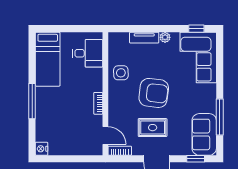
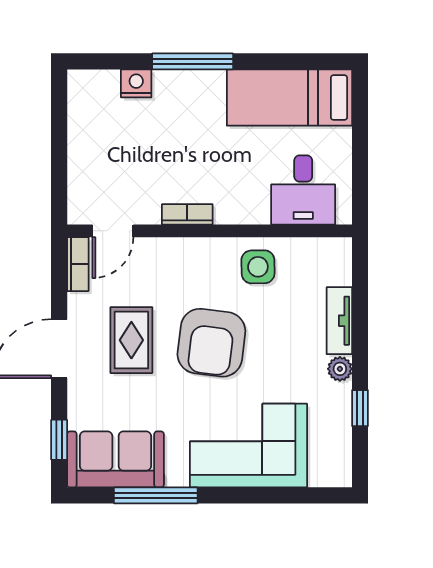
window: (196, 29) -> (360, 408), moved
corner sofa: (198, 57) -> (248, 446), moved
nightstand: (42, 149) -> (136, 83), moved

